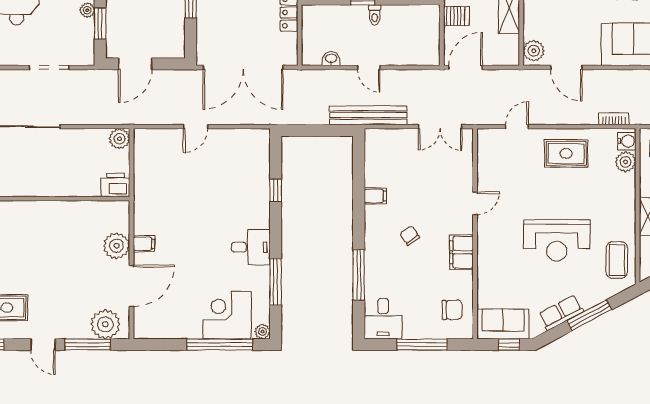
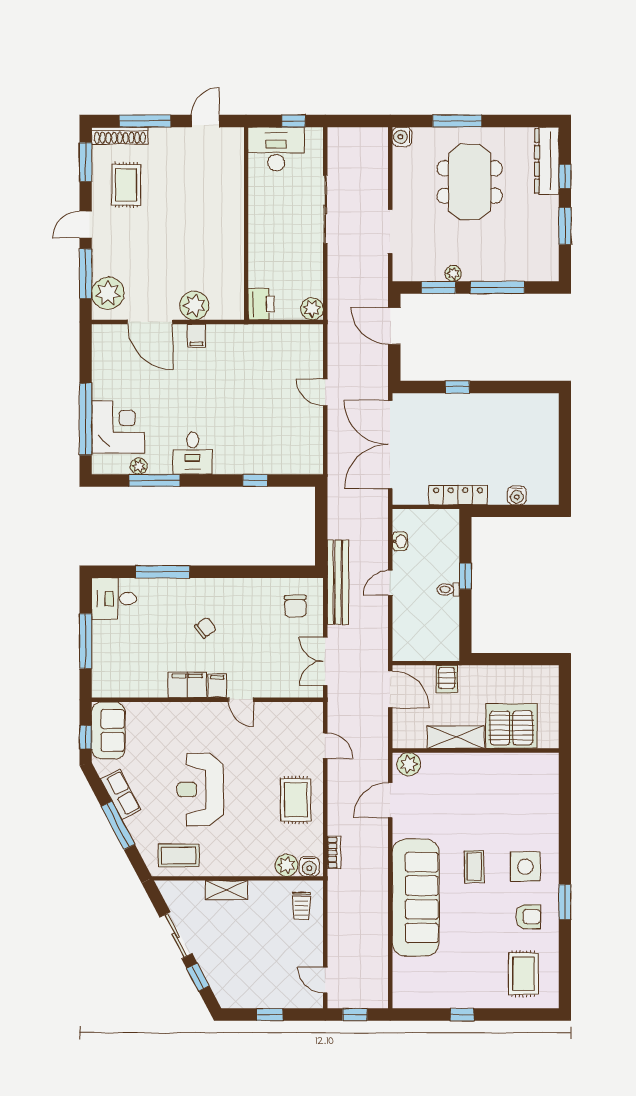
filing cabinet: (375, 196) -> (217, 686), moved, turned 180
chair: (452, 310) -> (295, 606), moved
plant: (263, 332) -> (139, 466), moved

